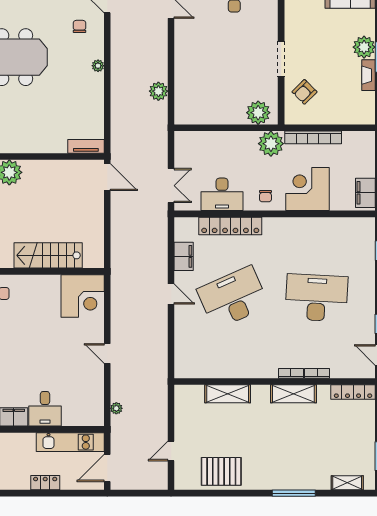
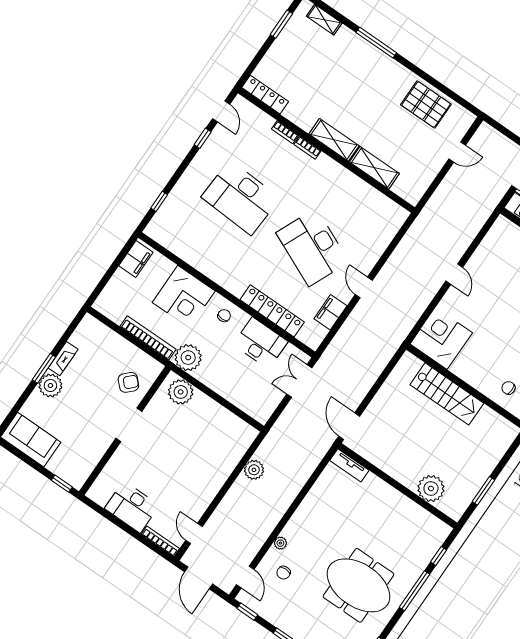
plant: (98, 66) -> (280, 543), moved
desk: (233, 298) -> (313, 247), turned 48
shelving: (293, 394) -> (334, 140), moved
plant: (116, 408) -> (479, 221), removed

